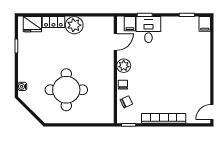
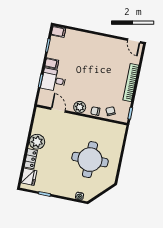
filing cabinet: (130, 24) -> (52, 63), moved

